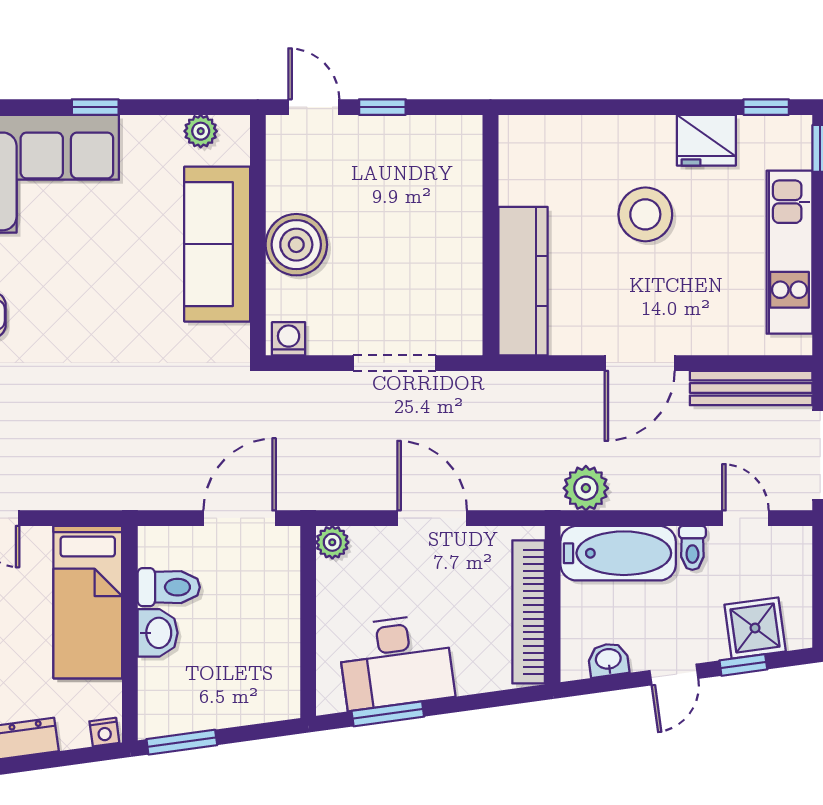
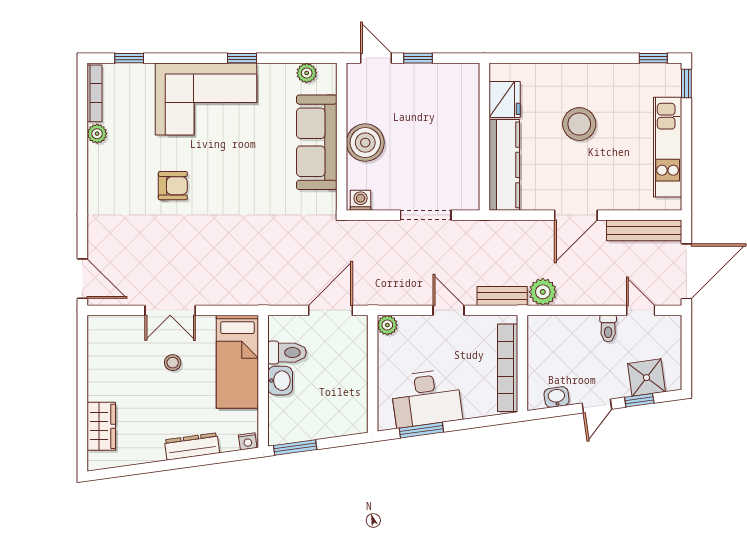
fridge: (706, 140) -> (505, 99), moved, turned -90
bench: (520, 495) -> (502, 296), added
door: (432, 518) -> (449, 310), width x0.73
bathtub: (618, 553) -> (563, 332), removed

